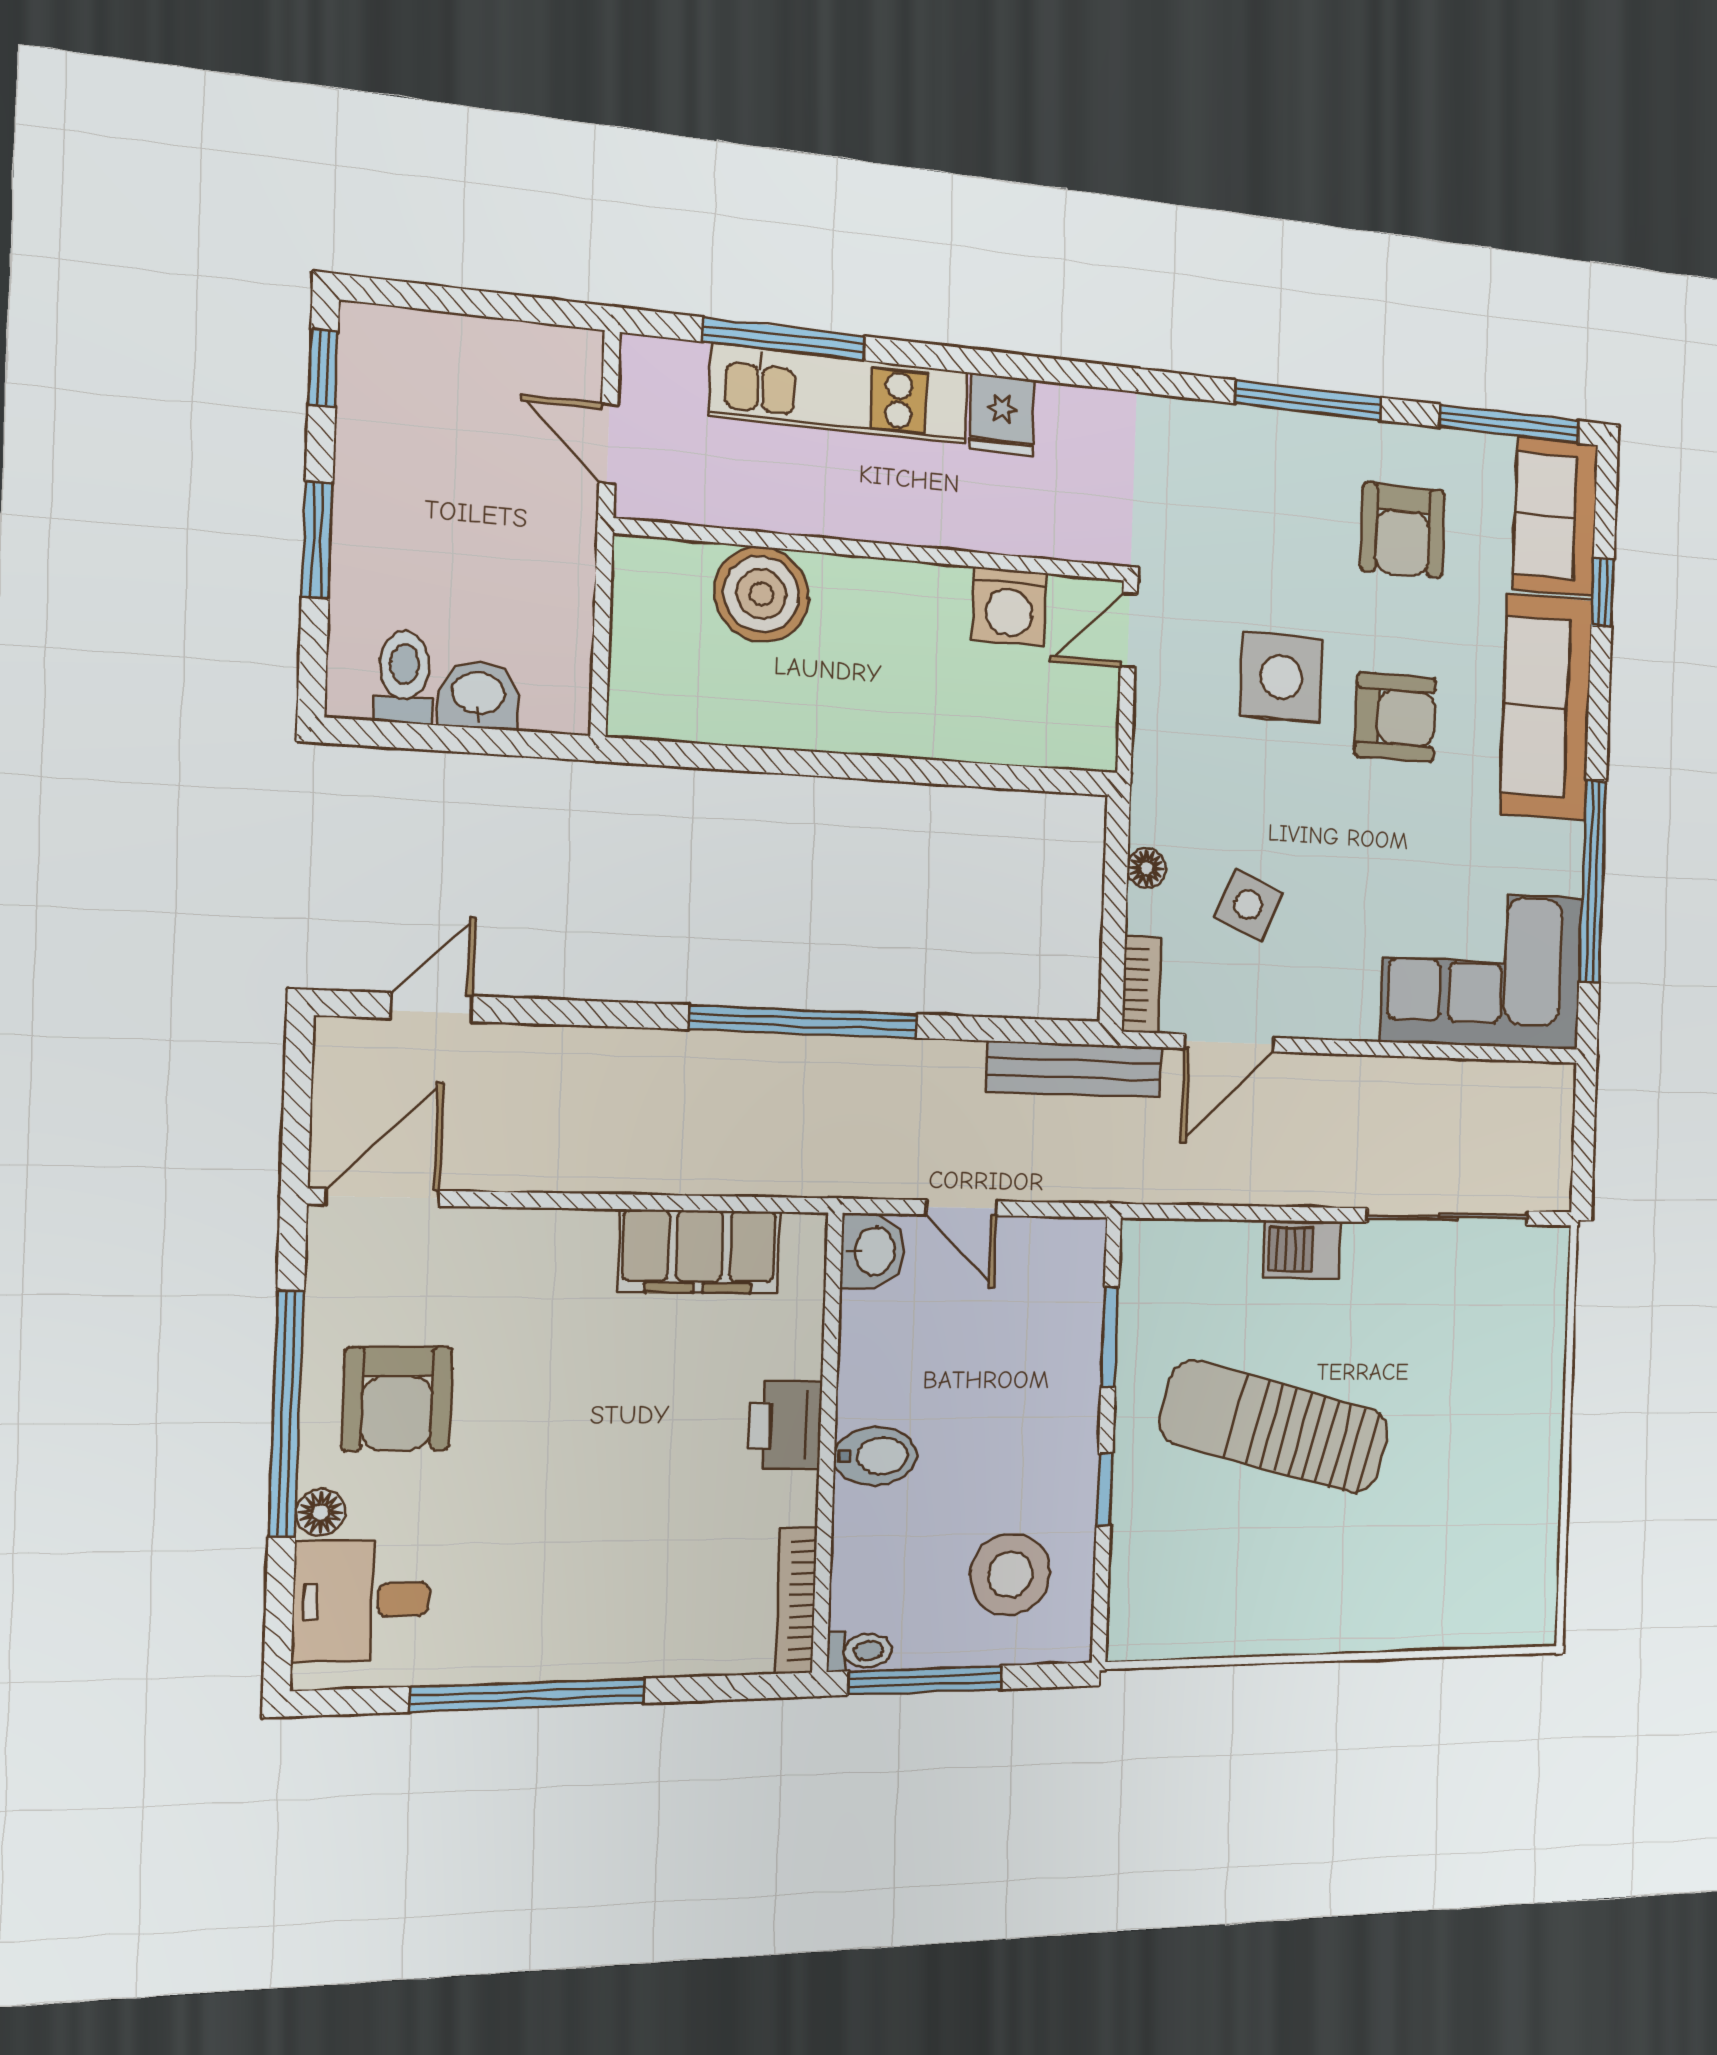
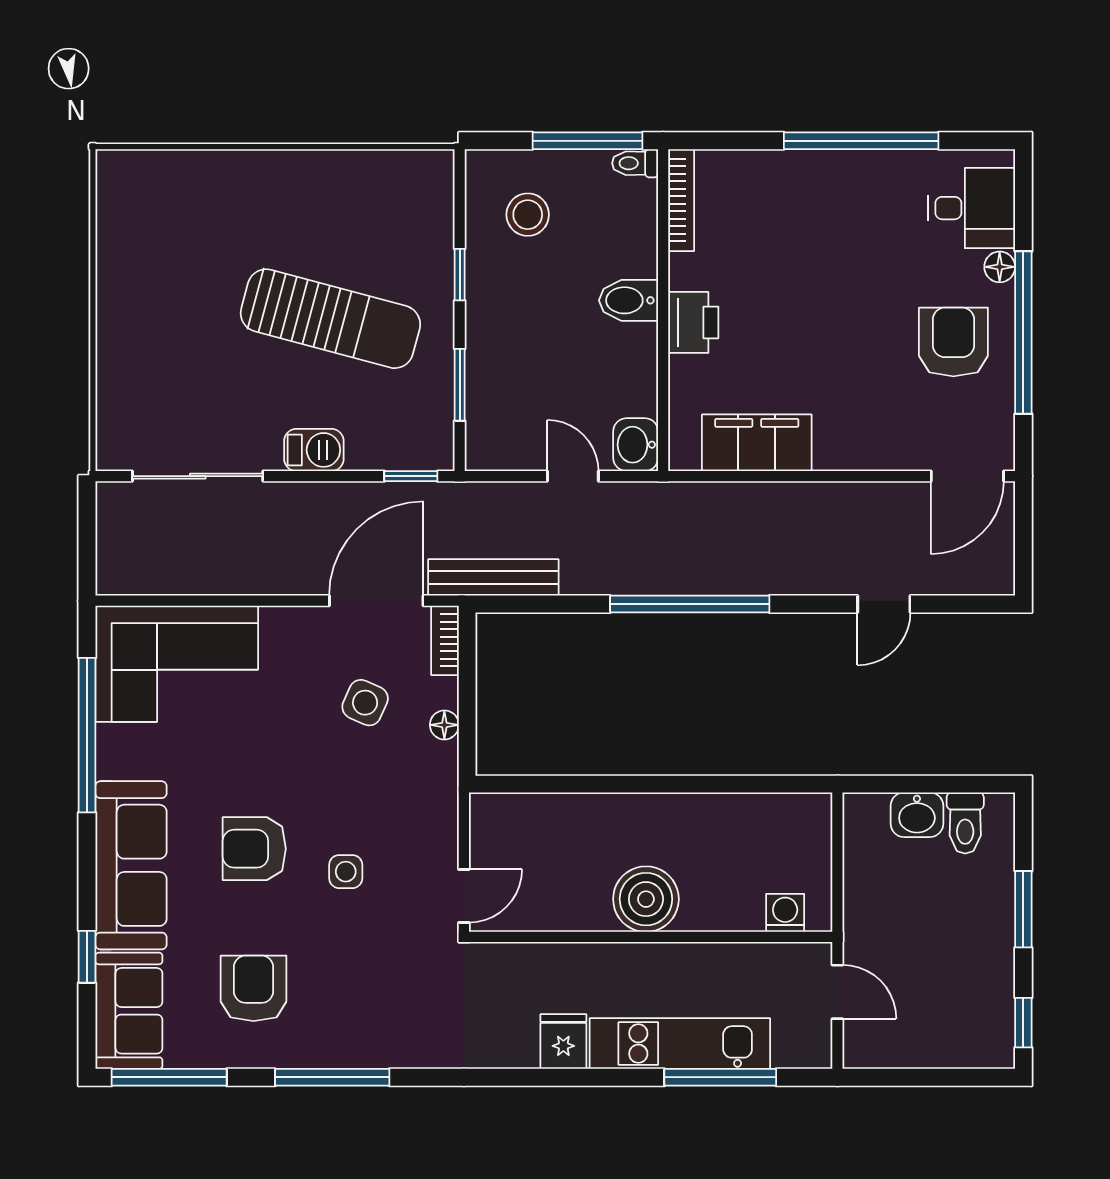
boiler: (761, 594) -> (646, 899), moved
washing machine: (1009, 607) -> (785, 913), moved, width x0.73, depth x0.73
side table: (1281, 677) -> (346, 872), width x0.54, depth x0.54
door: (431, 1007) -> (884, 604), moved
door: (1229, 1043) -> (376, 601), width x1.36
window: (1179, 1212) -> (411, 476), added
stool: (1010, 1574) -> (528, 215), width x0.73, depth x0.73

